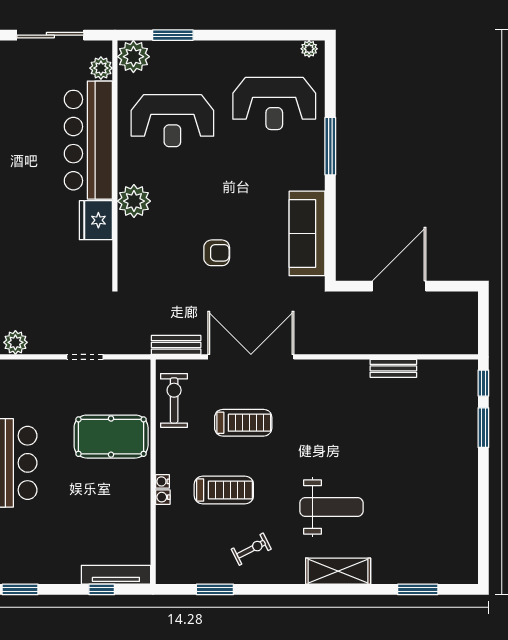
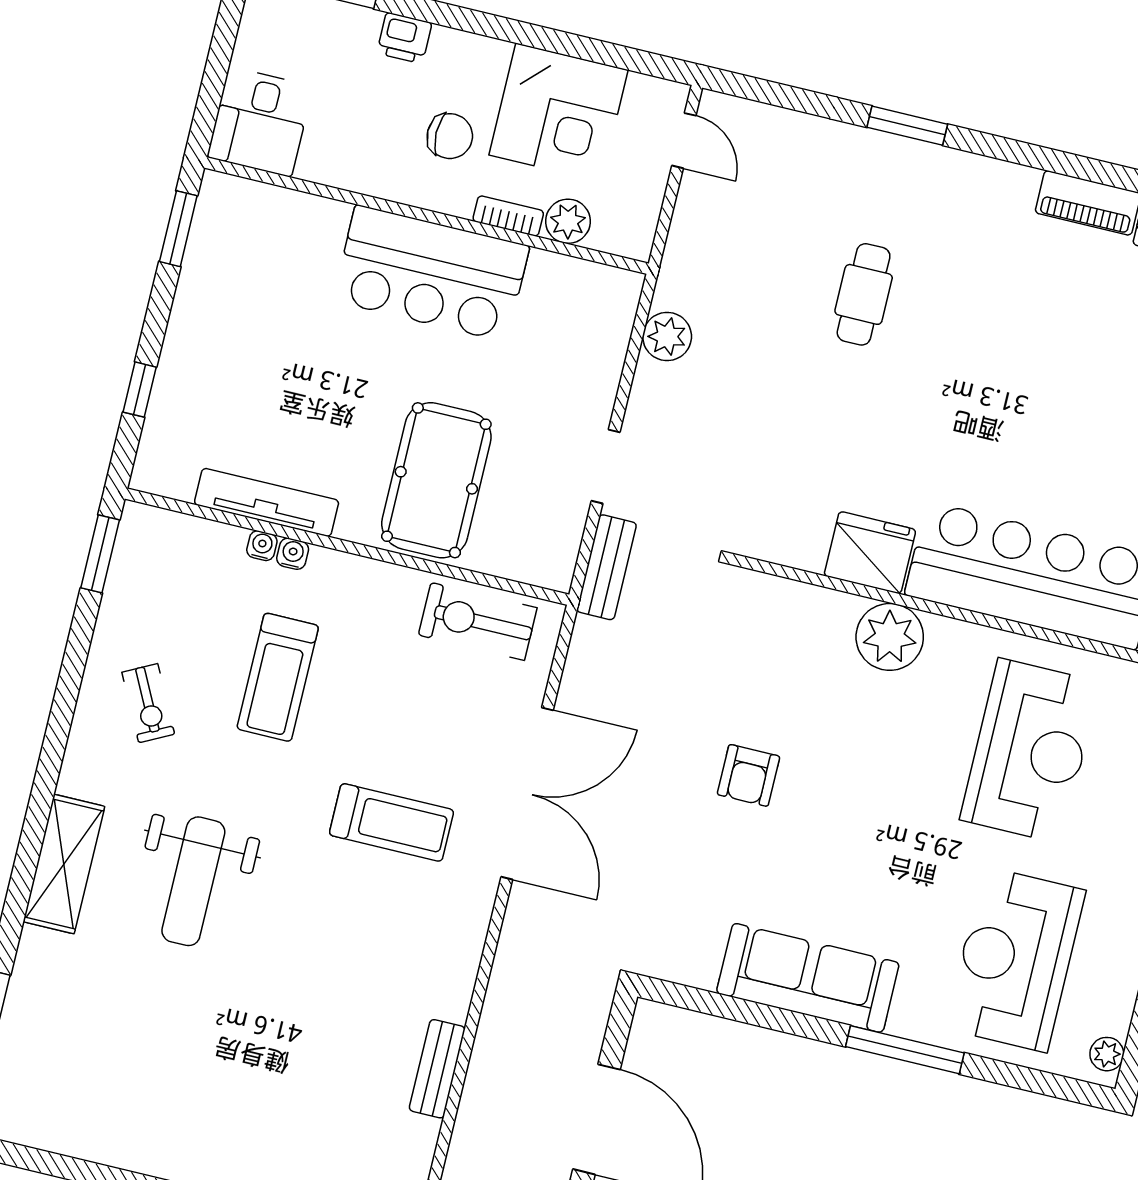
reception desk: (172, 121) -> (1030, 751), turned 180
sofa: (307, 233) -> (808, 978), moved
bench: (176, 345) -> (607, 567), moved
exercise bike: (174, 400) -> (478, 621), turned 180
treadmill: (243, 423) -> (391, 822), moved, turned -90
water cooler: (162, 481) -> (262, 546), moved
tv unit: (116, 575) -> (267, 502), moved, turned -90
window: (215, 589) -> (100, 554), moved

